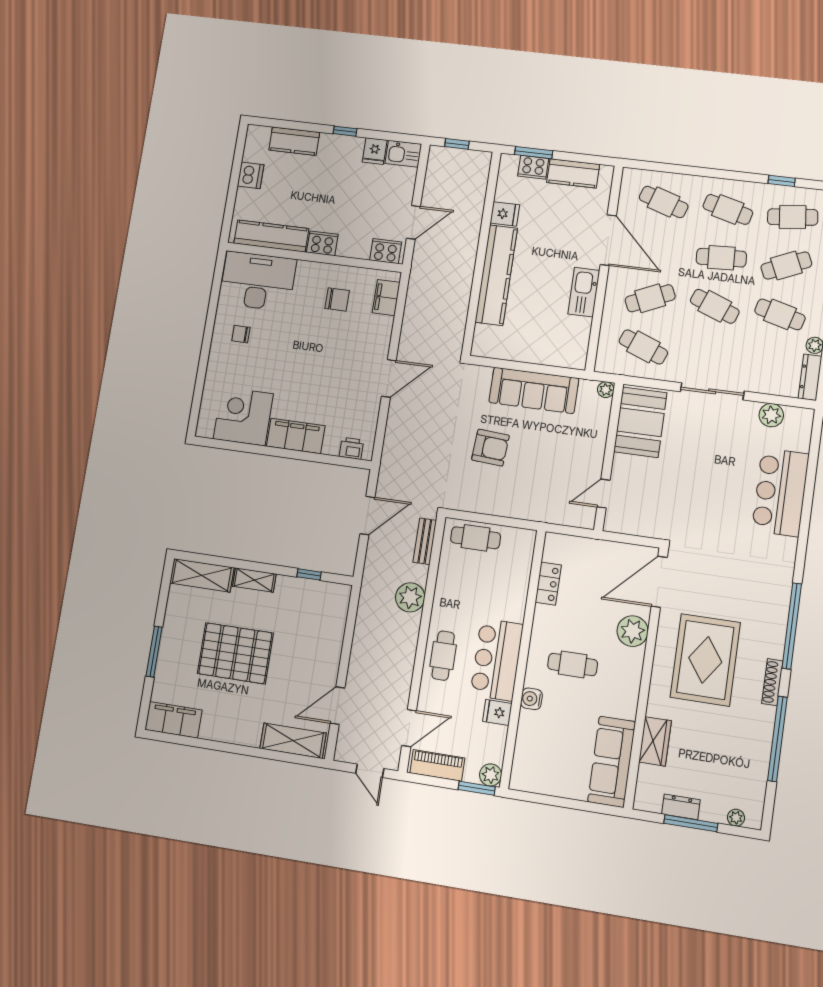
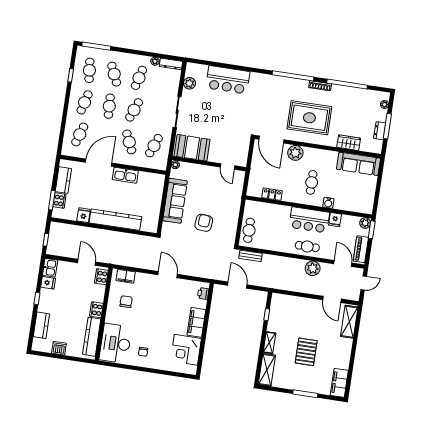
plant: (410, 597) -> (313, 268), moved
pallet: (235, 653) -> (306, 352), width x0.73, depth x0.71

